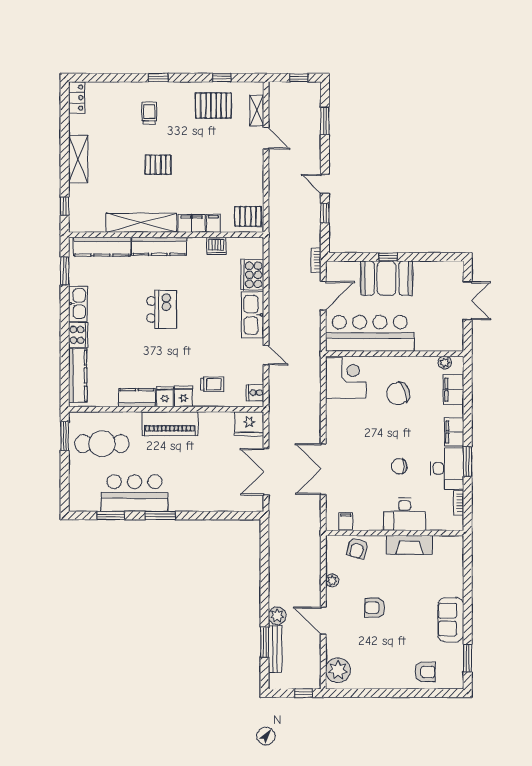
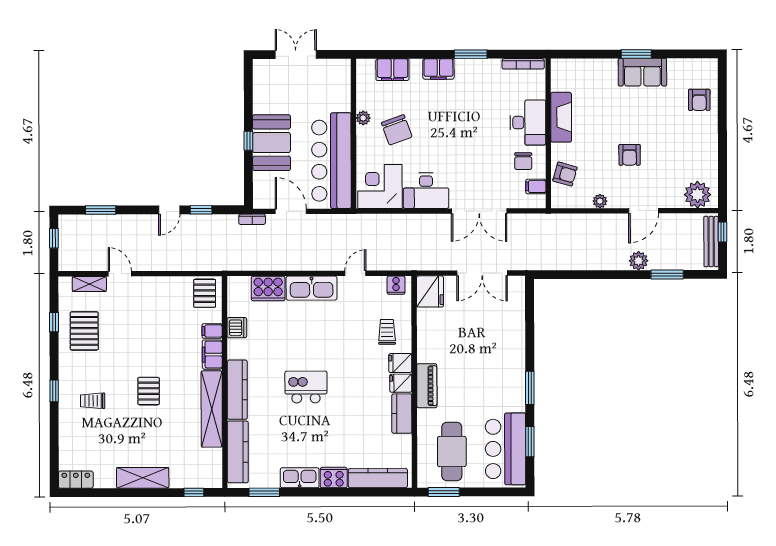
door: (266, 138) -> (120, 274), hinge flipped
plant: (445, 363) -> (363, 118), moved
piano: (170, 424) -> (427, 386), width x0.73, depth x0.75
chair: (399, 466) -> (523, 161), moved
desk: (447, 468) -> (426, 191), moved, turned 180
bar counter: (135, 493) -> (506, 449), moved
bookcase: (459, 503) -> (523, 64), width x1.56
bench: (275, 649) -> (711, 241), moved, turned 90
window: (468, 658) -> (636, 54), moved
armchair: (425, 672) -> (699, 100), turned 180

